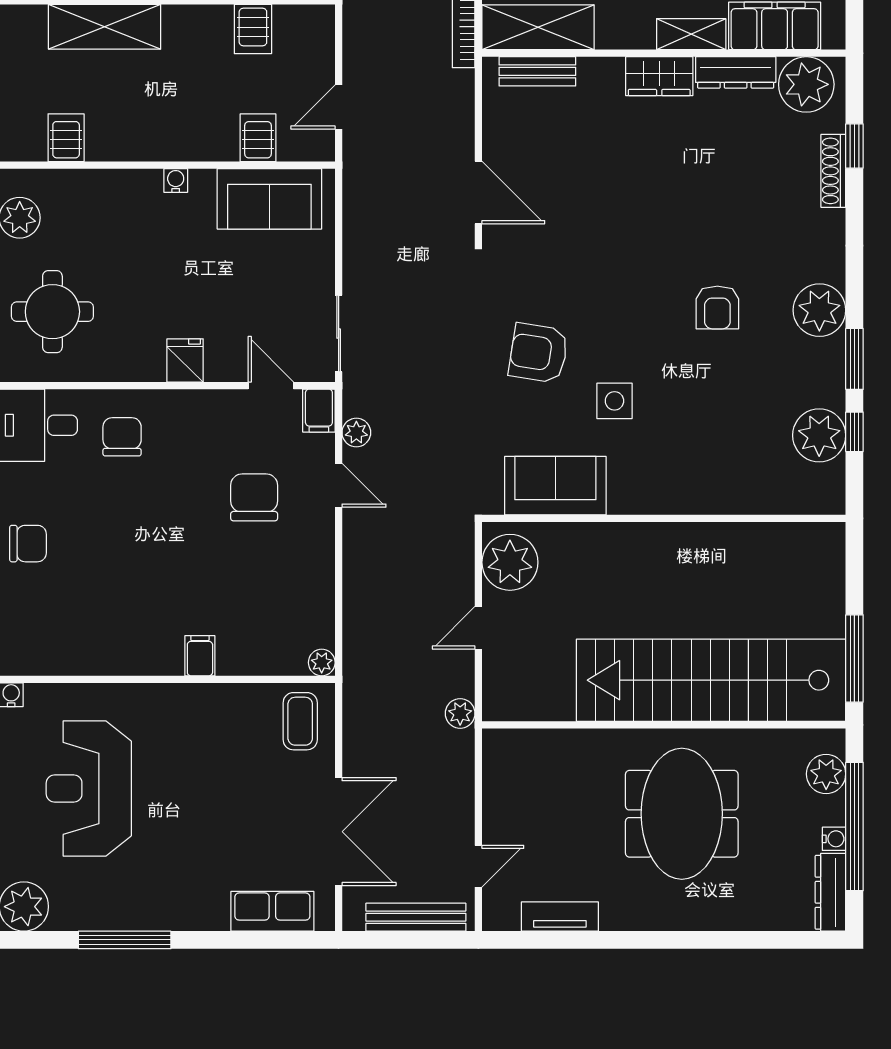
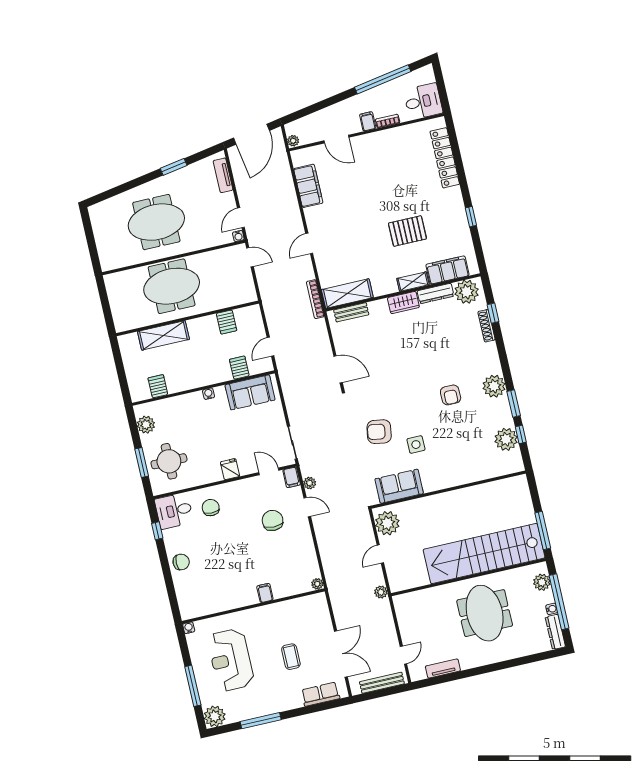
coffee table: (300, 721) -> (291, 657), moved

